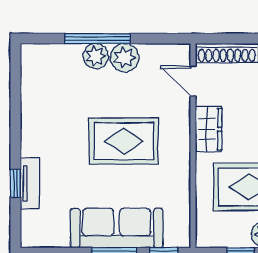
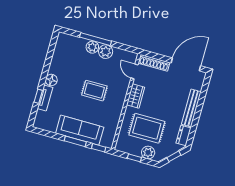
rug: (124, 141) -> (94, 91), width x0.73, depth x0.70
floor lamp: (32, 144) -> (51, 80), added

